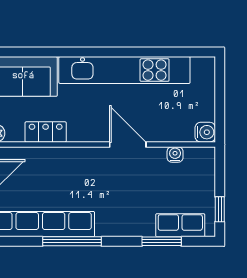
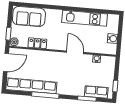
kitchen unit: (124, 70) -> (85, 18), width x0.73
water cooler: (205, 132) -> (113, 39), moved

